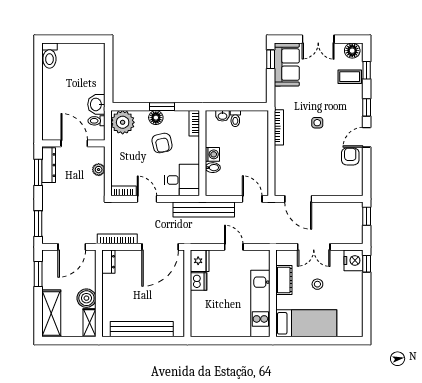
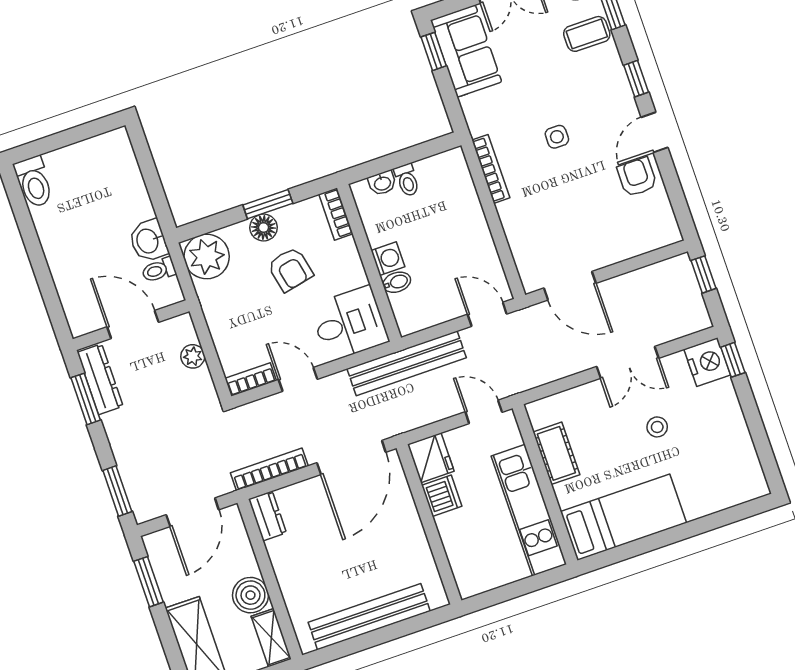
cot: (284, 280) -> (556, 453), moved
wall: (273, 293) -> (545, 484), moved
kitchen unit: (260, 304) -> (529, 510), moved
bed: (306, 323) -> (623, 517), moved

